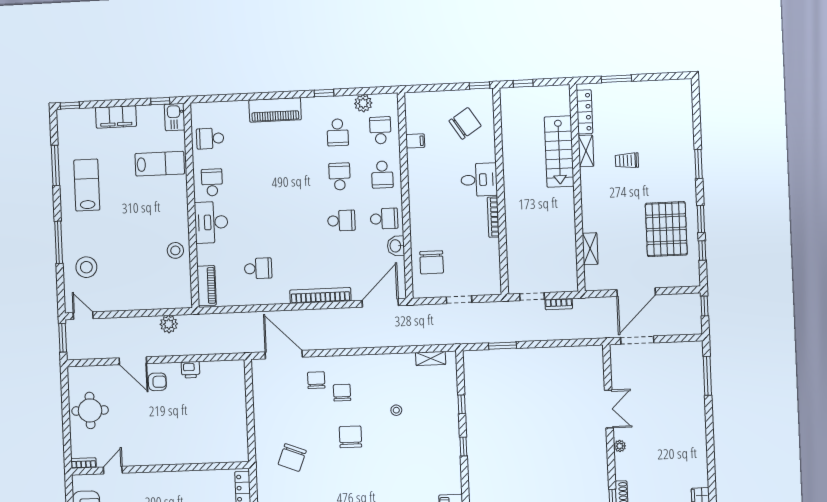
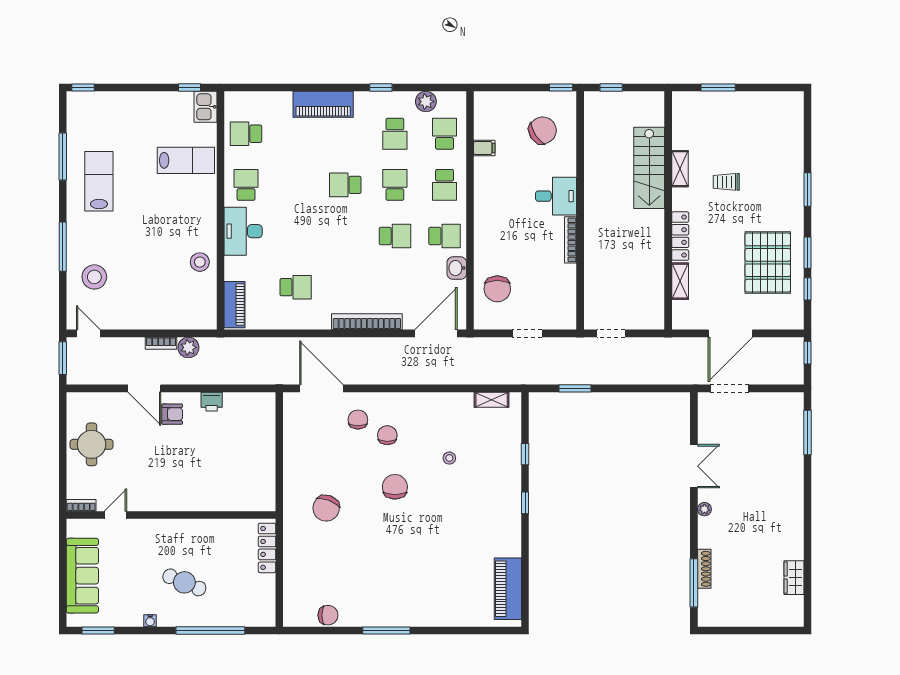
locker: (585, 112) -> (680, 236), moved
filing cabinet: (116, 117) -> (137, 103), removed
school desk: (297, 178) -> (345, 185), added
bookcase: (559, 304) -> (161, 343), moved

